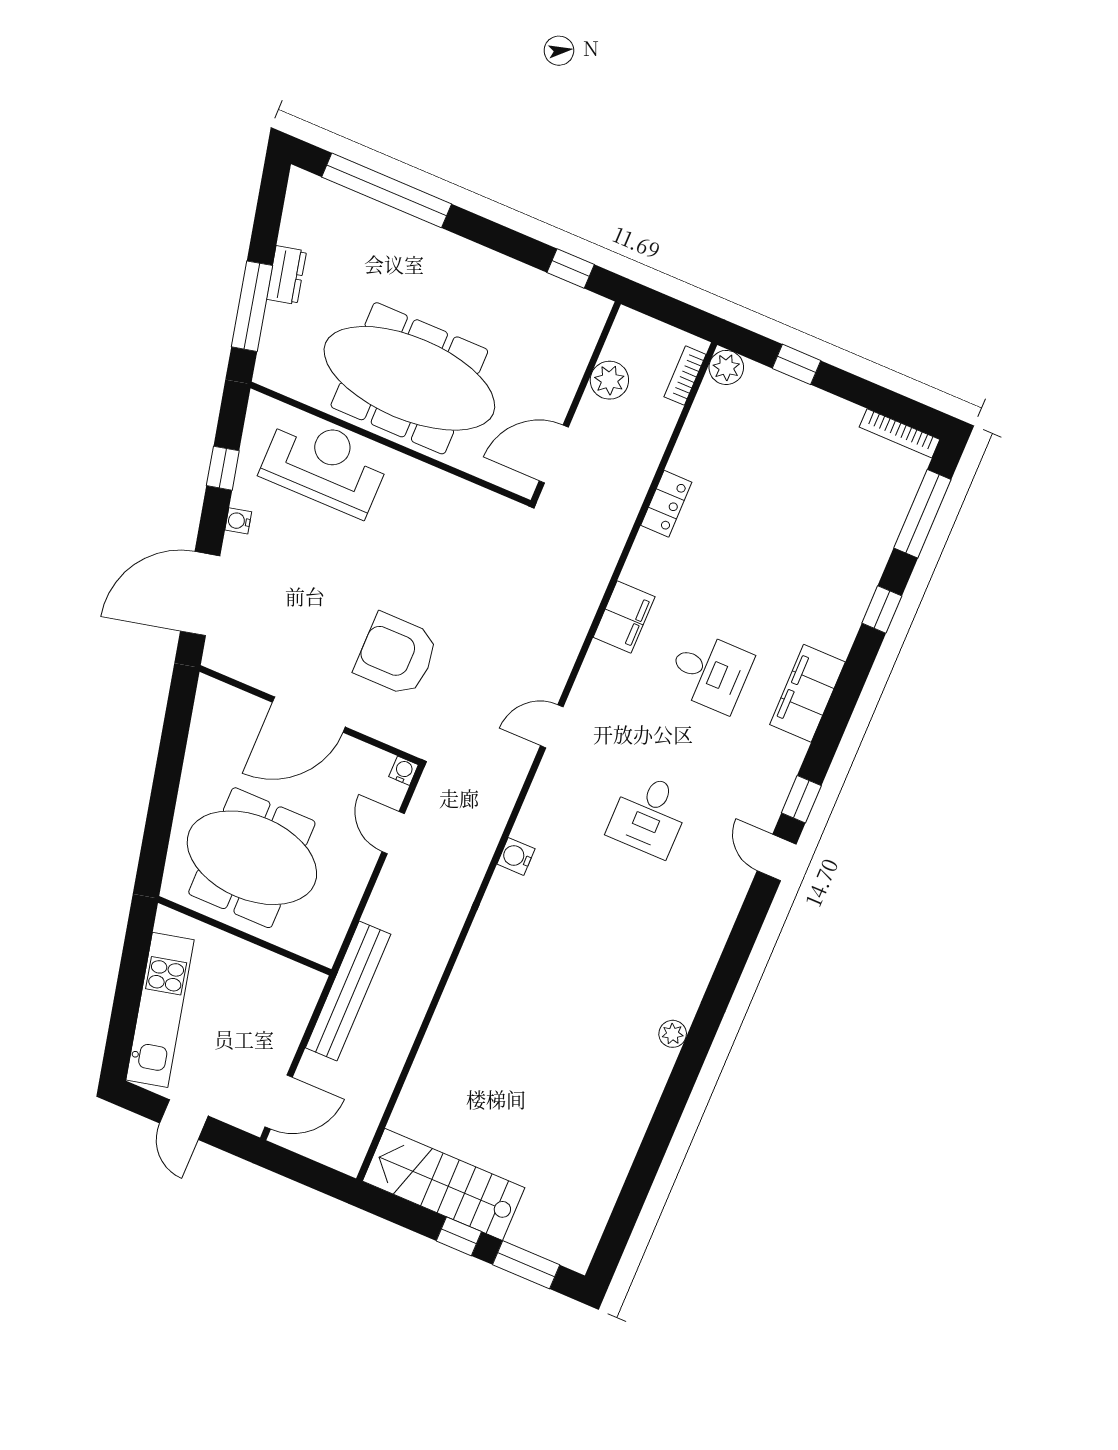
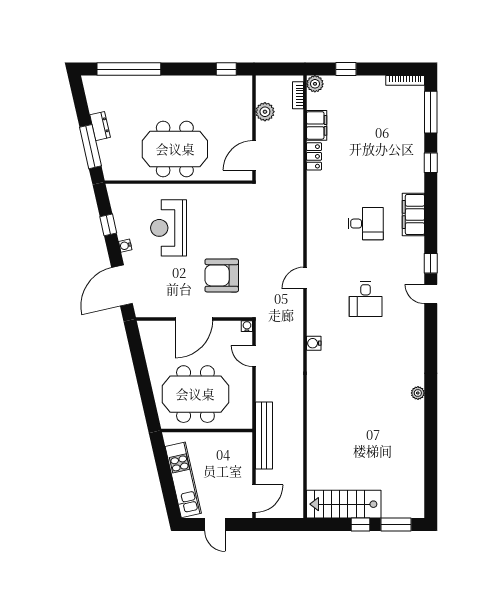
meeting table: (409, 378) -> (175, 149), width x0.73
reception desk: (325, 465) -> (168, 228), moved, turned -90
filing cabinet: (624, 617) -> (317, 125), moved

